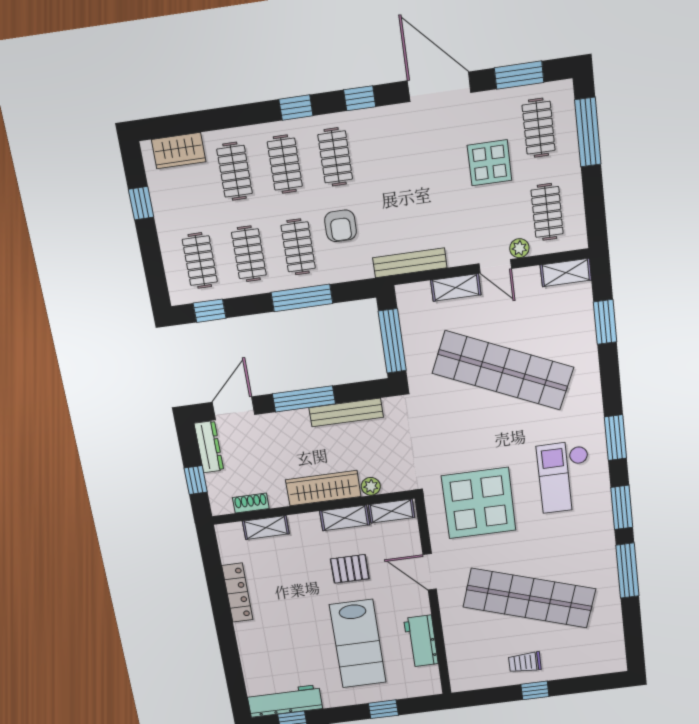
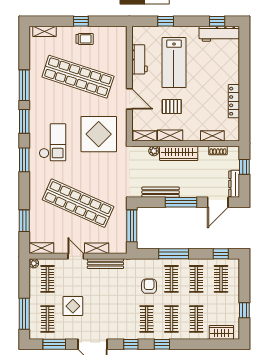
plant: (519, 248) -> (34, 263), moved
bench: (410, 263) -> (105, 264), moved
lab bench: (358, 644) -> (174, 63), turned 180
shelving: (599, 666) -> (44, 31), added

